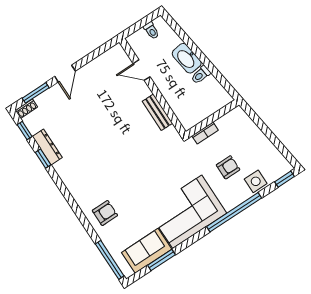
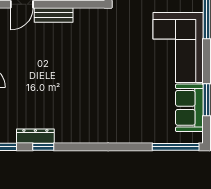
bench: (157, 112) -> (54, 15), moved
armchair: (105, 213) -> (130, 123), removed

